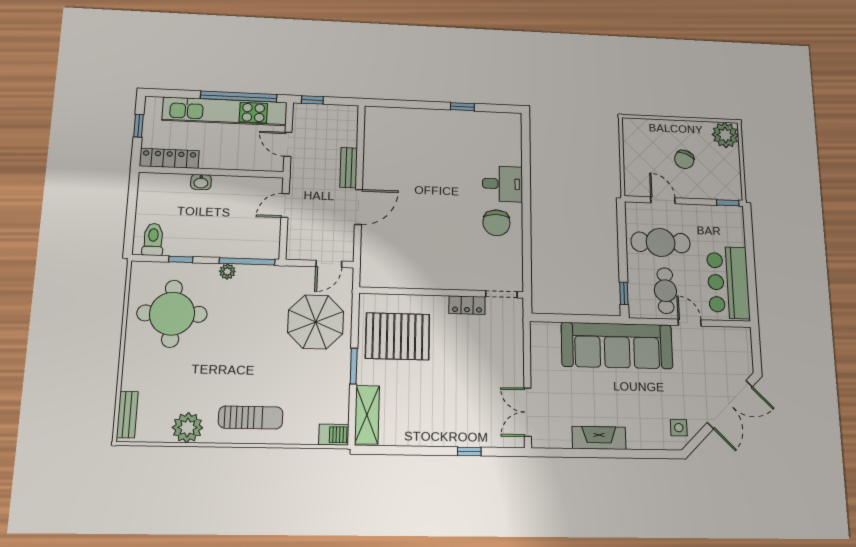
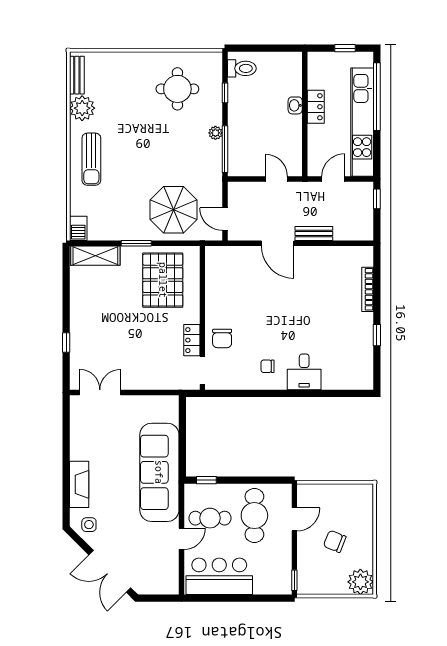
window: (239, 97) -> (377, 97), moved
bookcase: (412, 114) -> (368, 289), added
locker: (169, 158) -> (316, 107), moved, width x0.66
chair: (496, 223) -> (268, 366), width x0.54, depth x0.54
chair: (465, 271) -> (222, 338), added
round table: (172, 314) -> (177, 89), width x0.73, depth x0.73
bench: (127, 415) -> (77, 75), moved, turned 90
fireplace: (599, 438) -> (79, 484), moved

